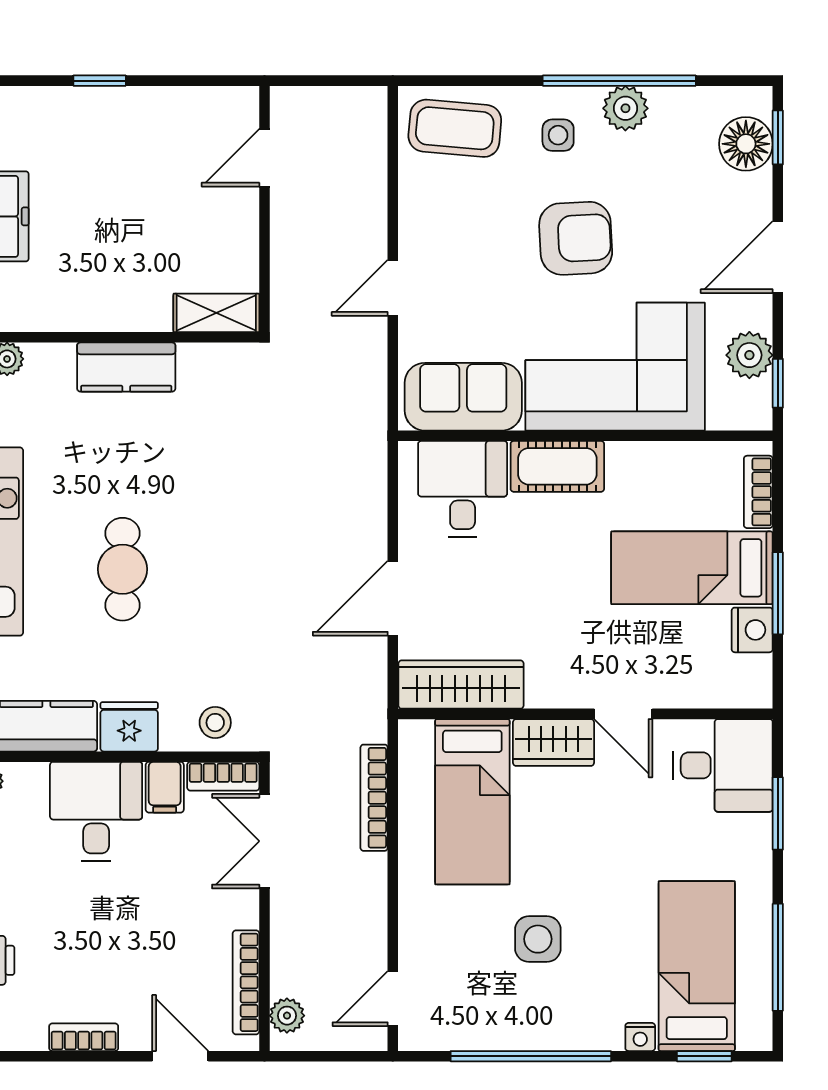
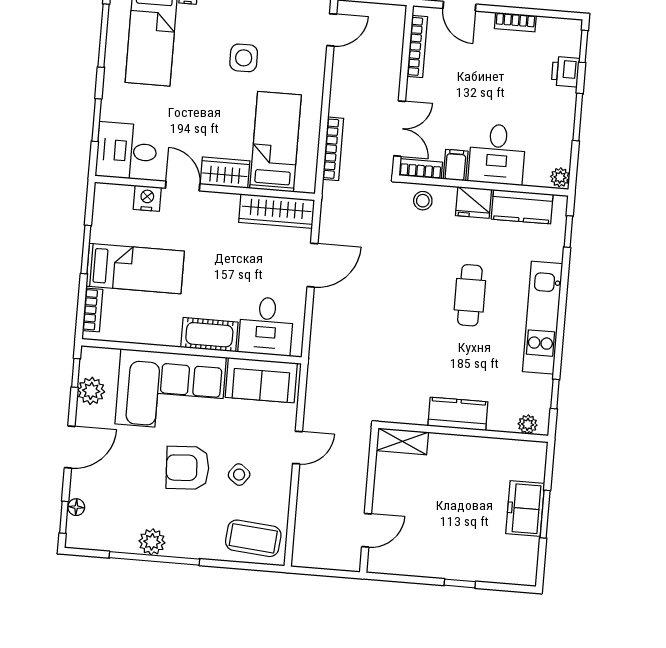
side table: (558, 135) -> (239, 475), moved, turned 37
floor lamp: (746, 144) -> (76, 507), width x0.53, depth x0.53
nightstand: (752, 630) -> (147, 198), moved, turned 90
plant: (287, 1016) -> (395, 25), removed

